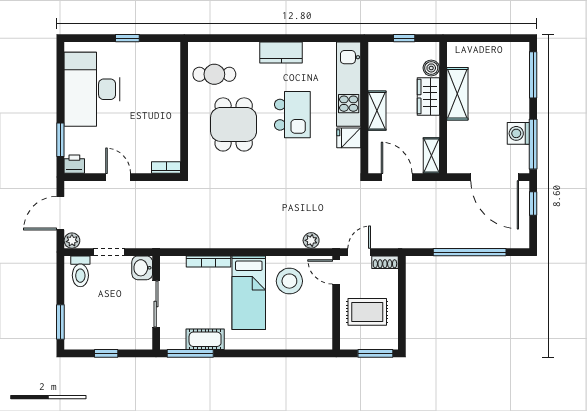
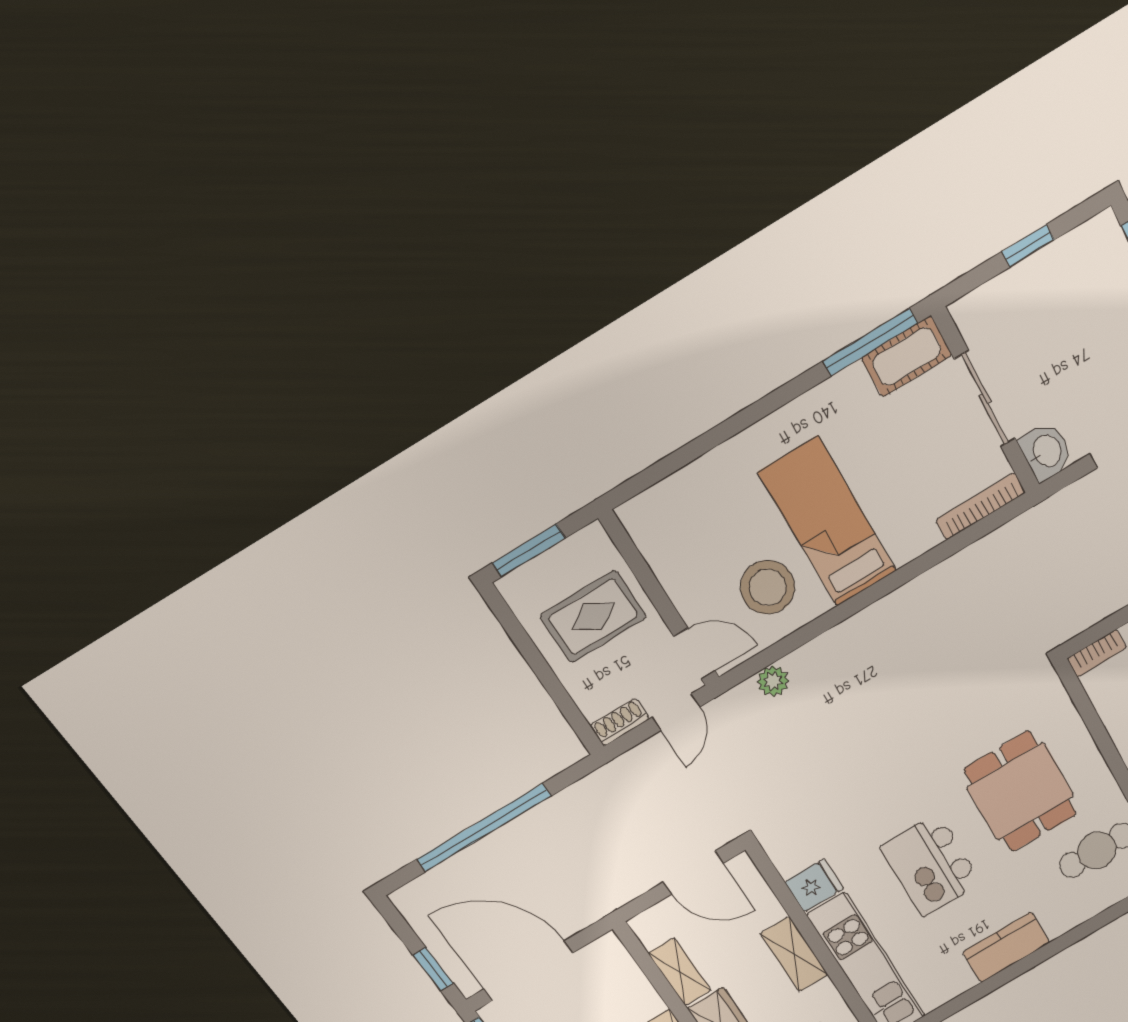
shelving: (431, 155) -> (680, 972), moved
bookcase: (209, 261) -> (980, 506), moved
cot: (205, 339) -> (907, 356), moved

